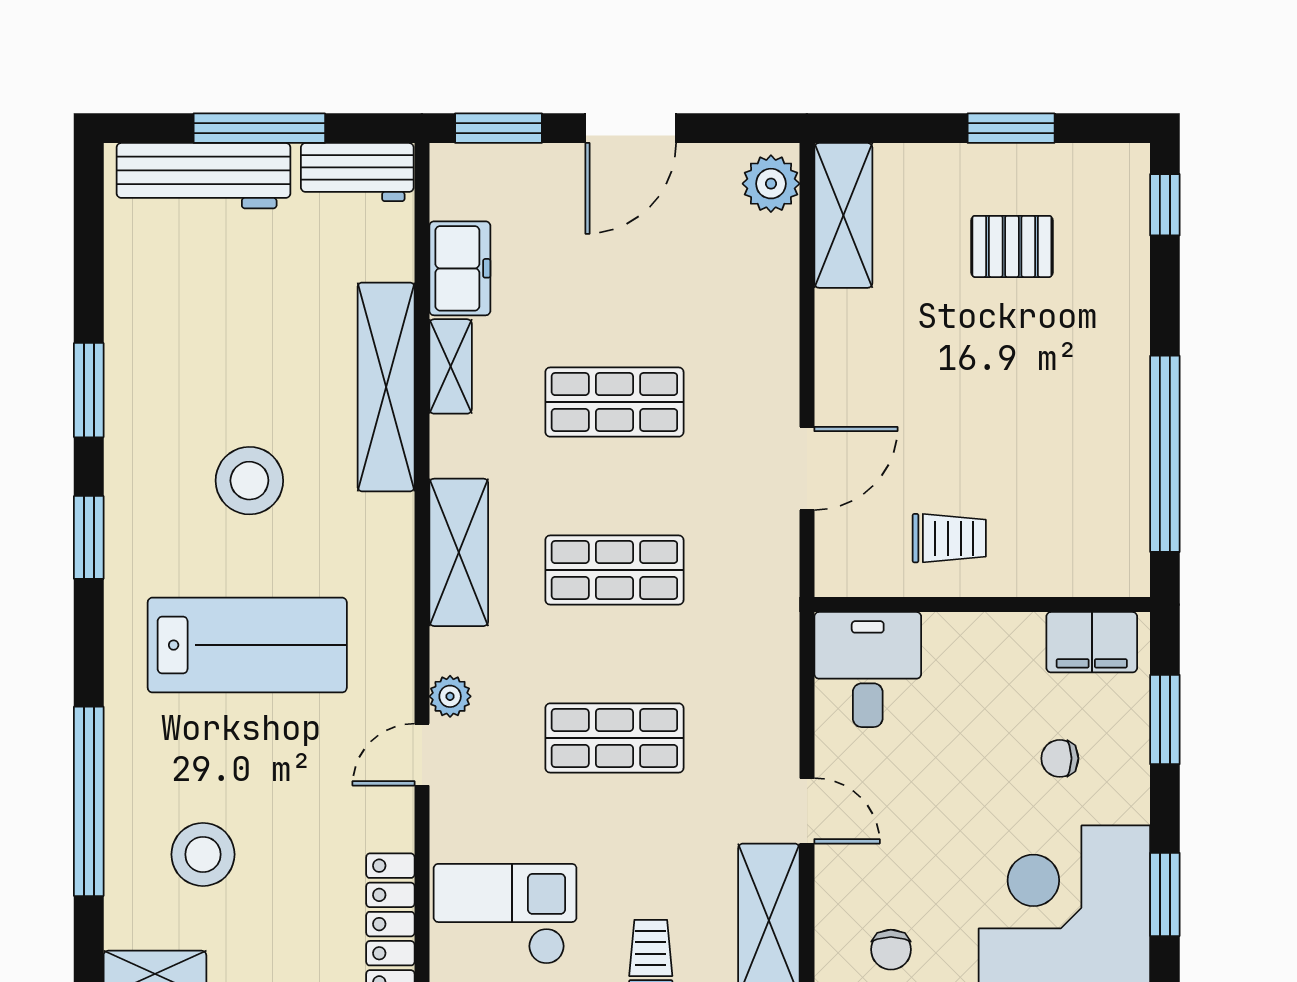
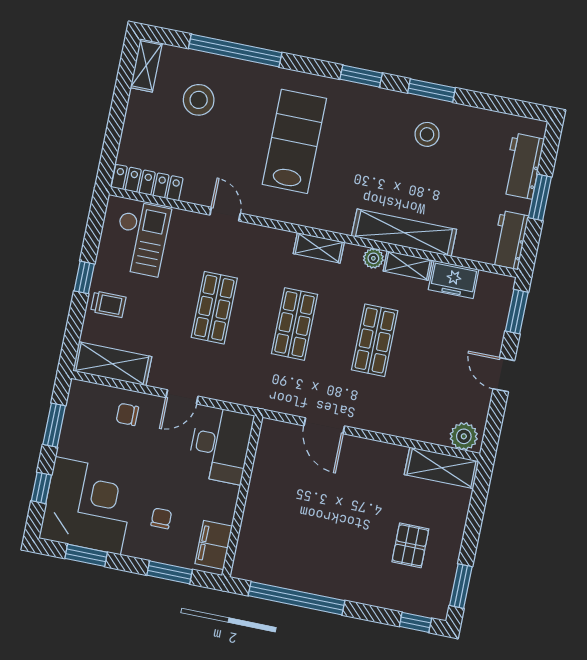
window: (259, 128) -> (540, 197), width x0.69
door: (631, 128) -> (504, 375), width x0.73
window: (1011, 128) -> (461, 586), moved
workbench: (204, 176) -> (523, 166), width x0.73
stool: (249, 481) -> (427, 134), moved, width x0.73, depth x0.73
trolley: (949, 538) -> (277, 487), removed
shelving: (459, 552) -> (319, 248), width x0.67, depth x0.75
lab bench: (247, 645) -> (294, 141), turned 180
desk: (868, 670) -> (220, 445), width x1.37
plant: (450, 696) -> (373, 258), moved
door: (807, 811) -> (182, 397), moved
chair: (891, 950) -> (127, 414), moved

